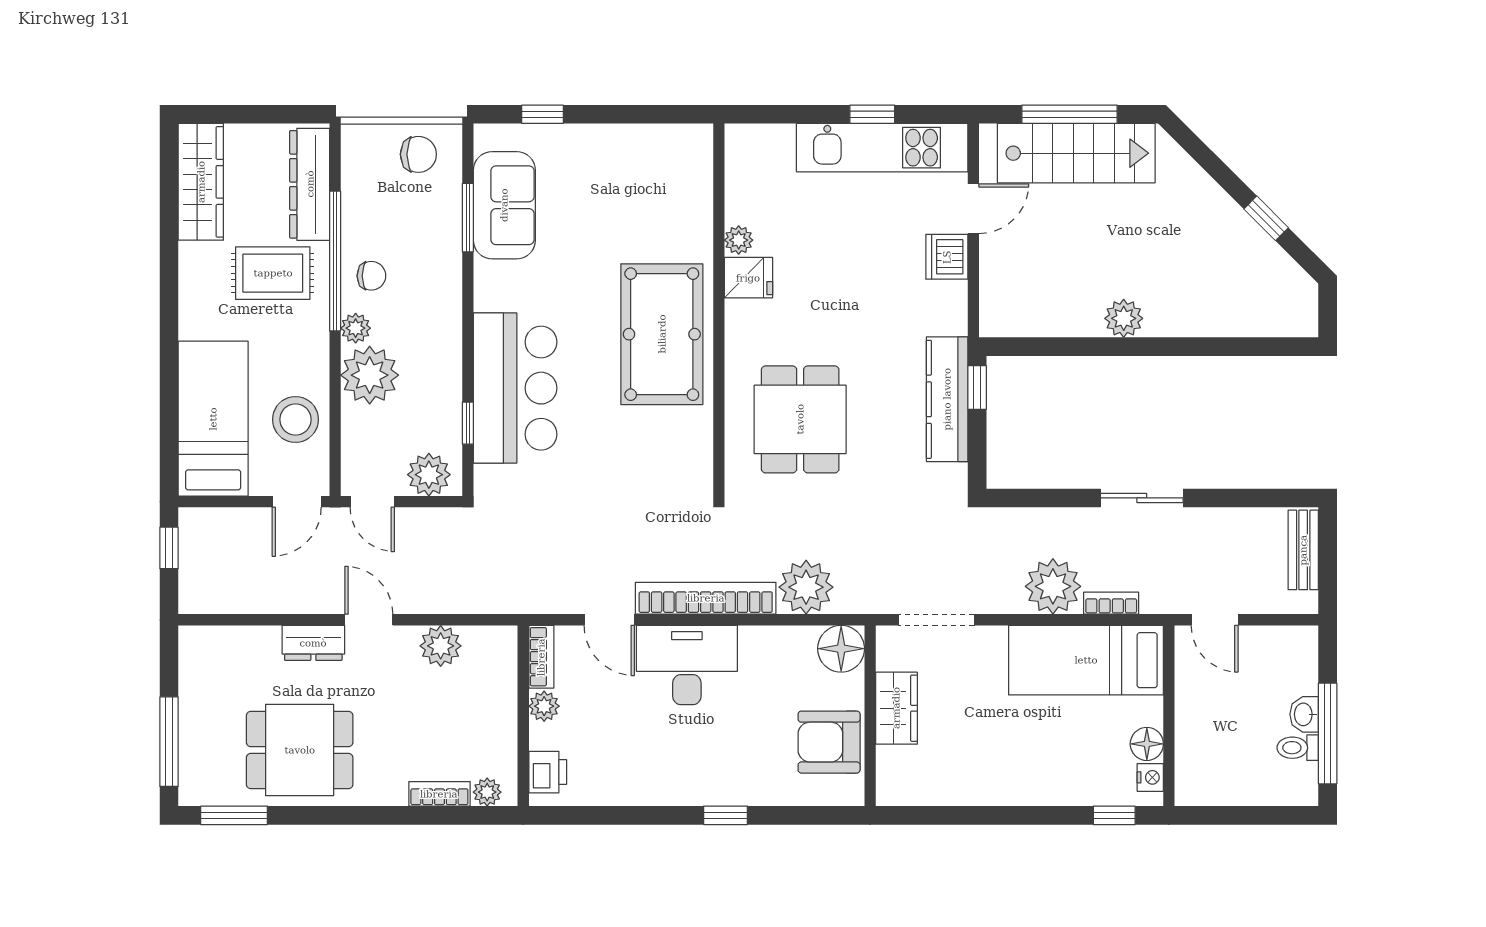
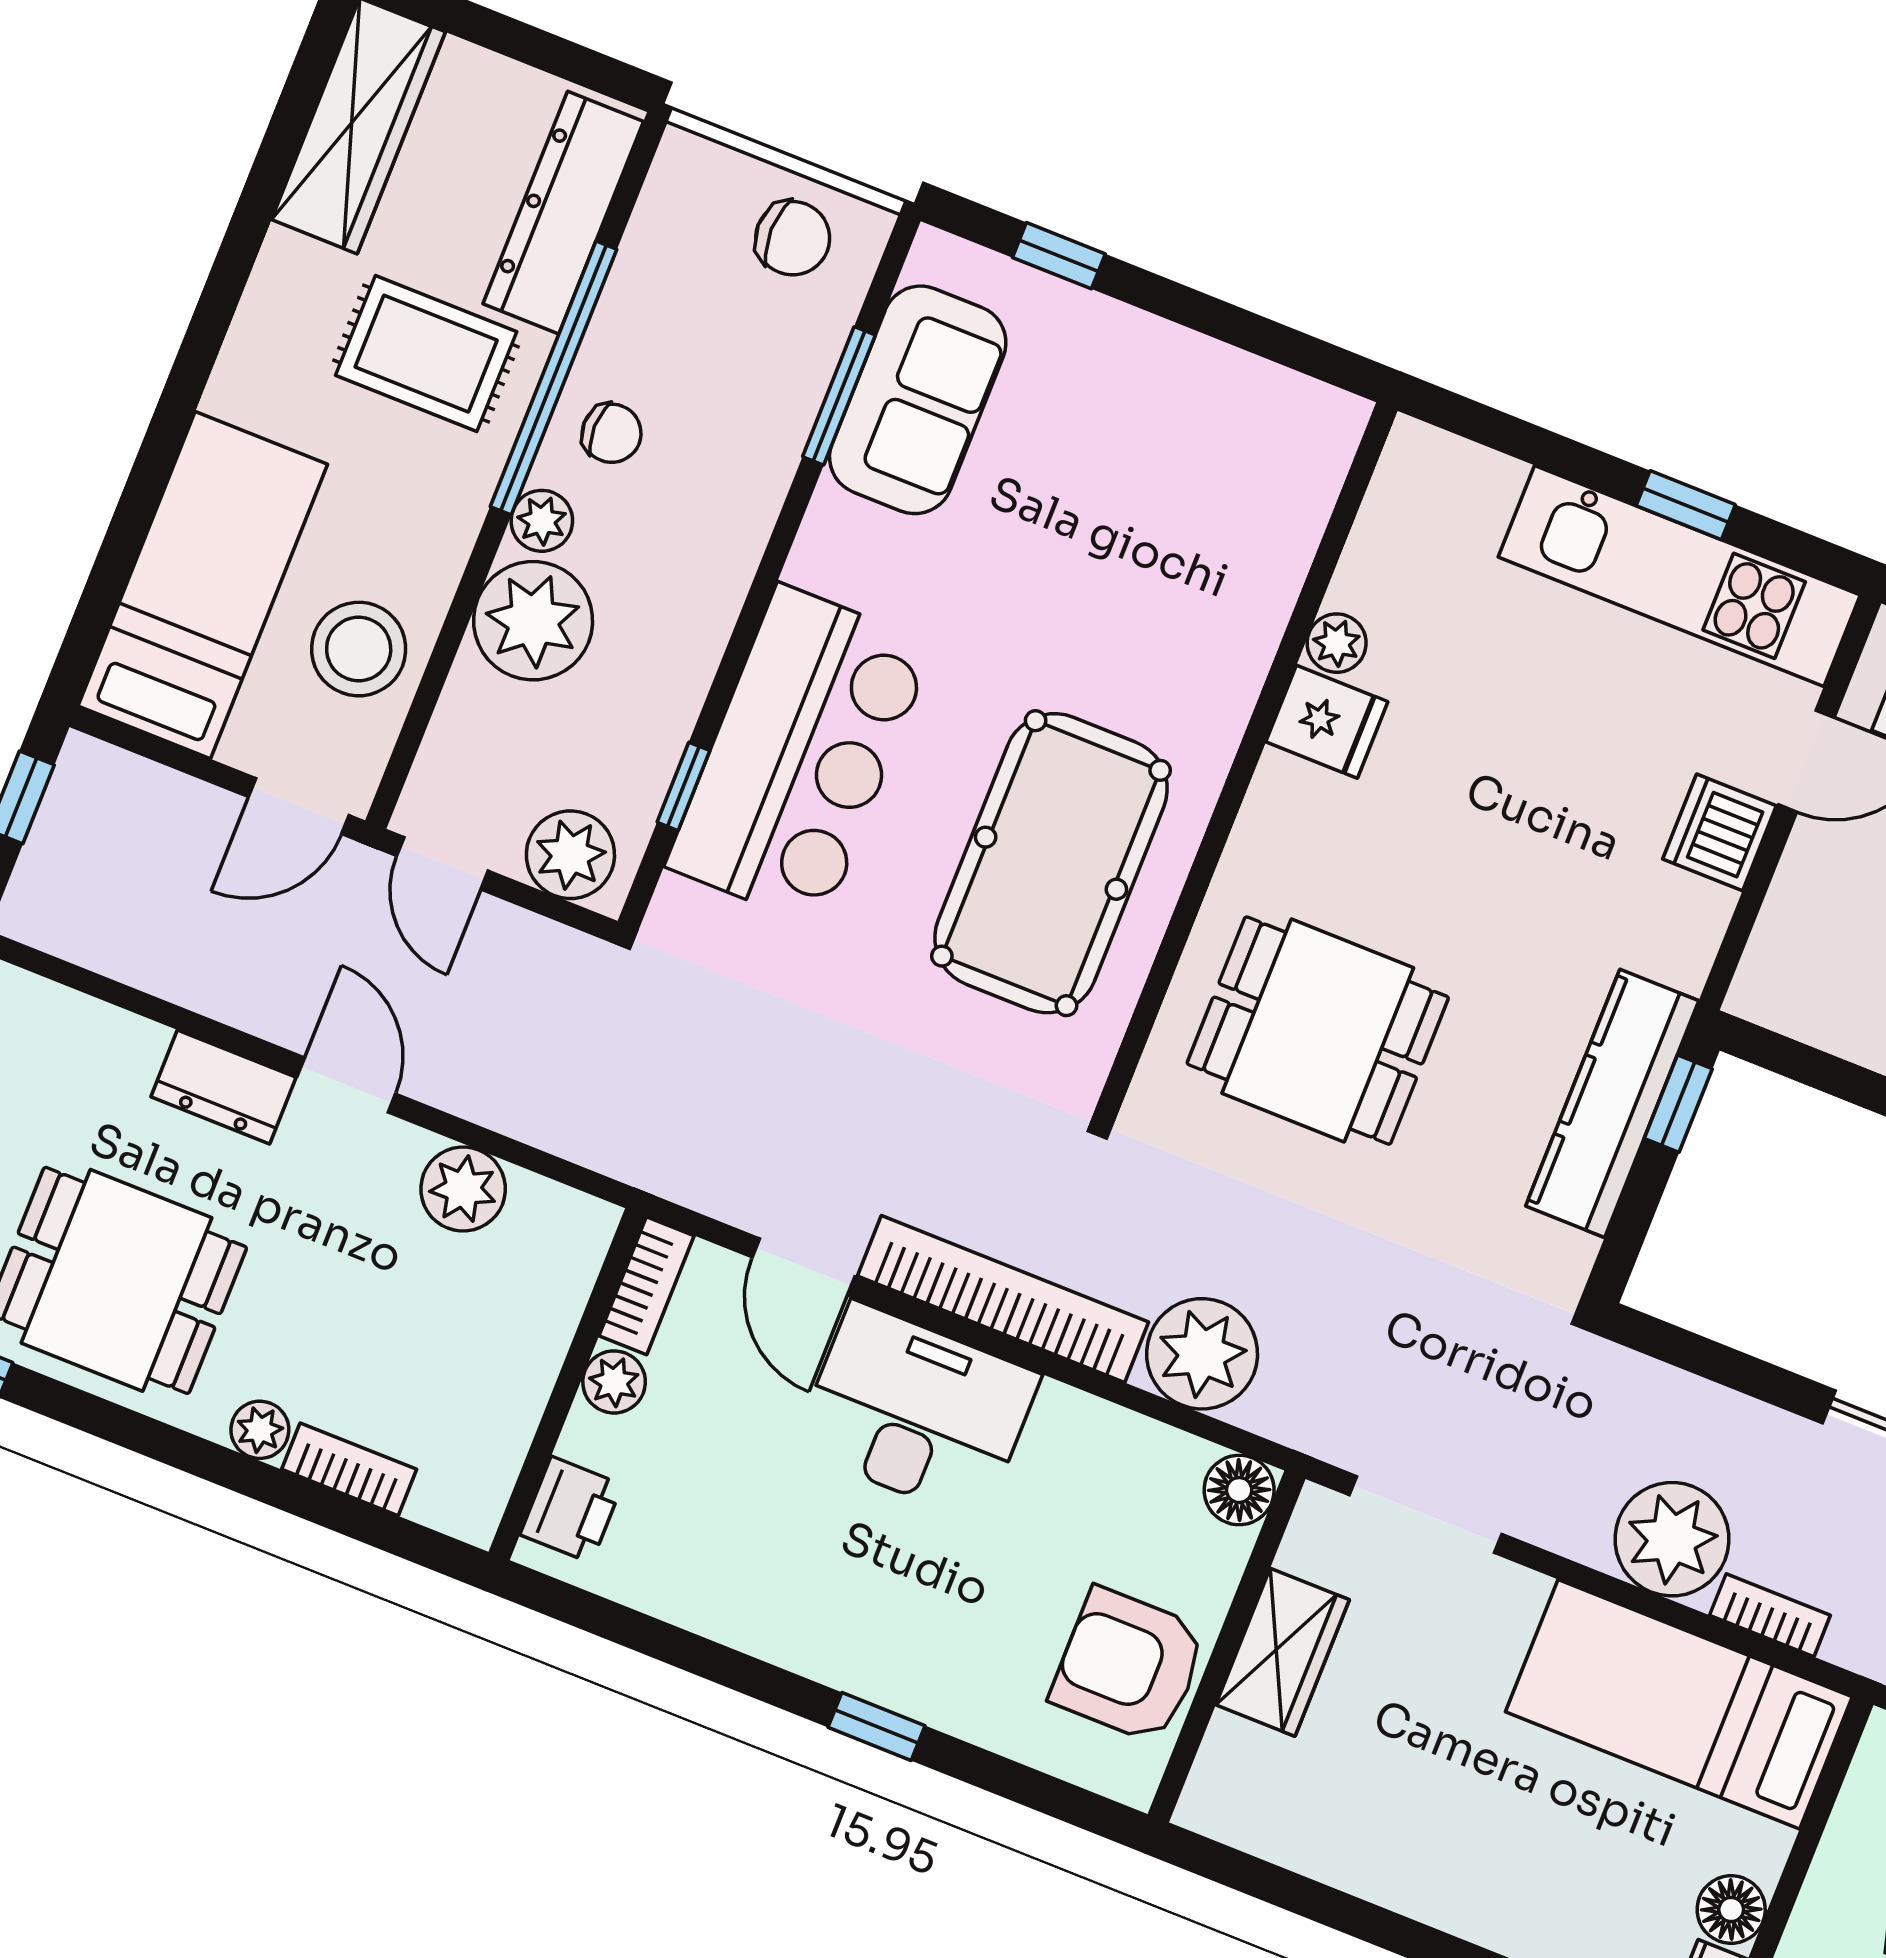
pool table: (662, 334) -> (1051, 863), moved
dining table: (800, 419) -> (1318, 1031), turned 90
floor lamp: (841, 649) -> (1239, 1490), width x0.73, depth x0.73
plant: (487, 792) -> (260, 1430), moved

